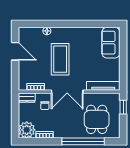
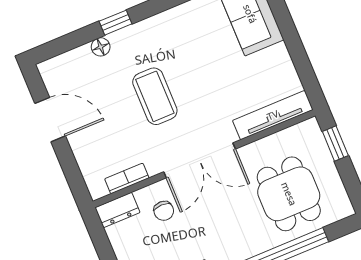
window: (57, 24) -> (116, 23), added
coffee table: (60, 59) -> (155, 96), width x0.73, depth x0.76

